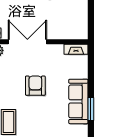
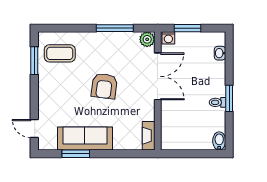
armchair: (35, 86) -> (104, 86), turned 97

